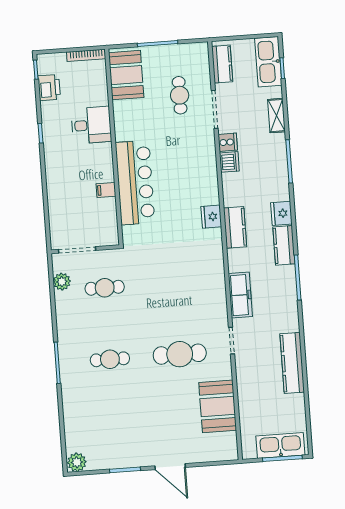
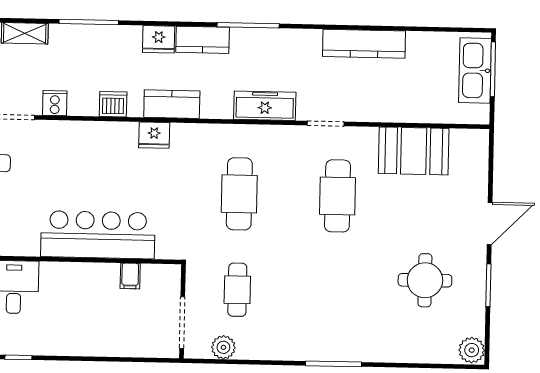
dishwasher: (229, 162) -> (113, 104), moved
filing cabinet: (106, 190) -> (130, 276), moved
cafe table: (110, 359) -> (239, 194), moved, width x1.37, depth x1.35
round table: (124, 424) -> (425, 280), added

